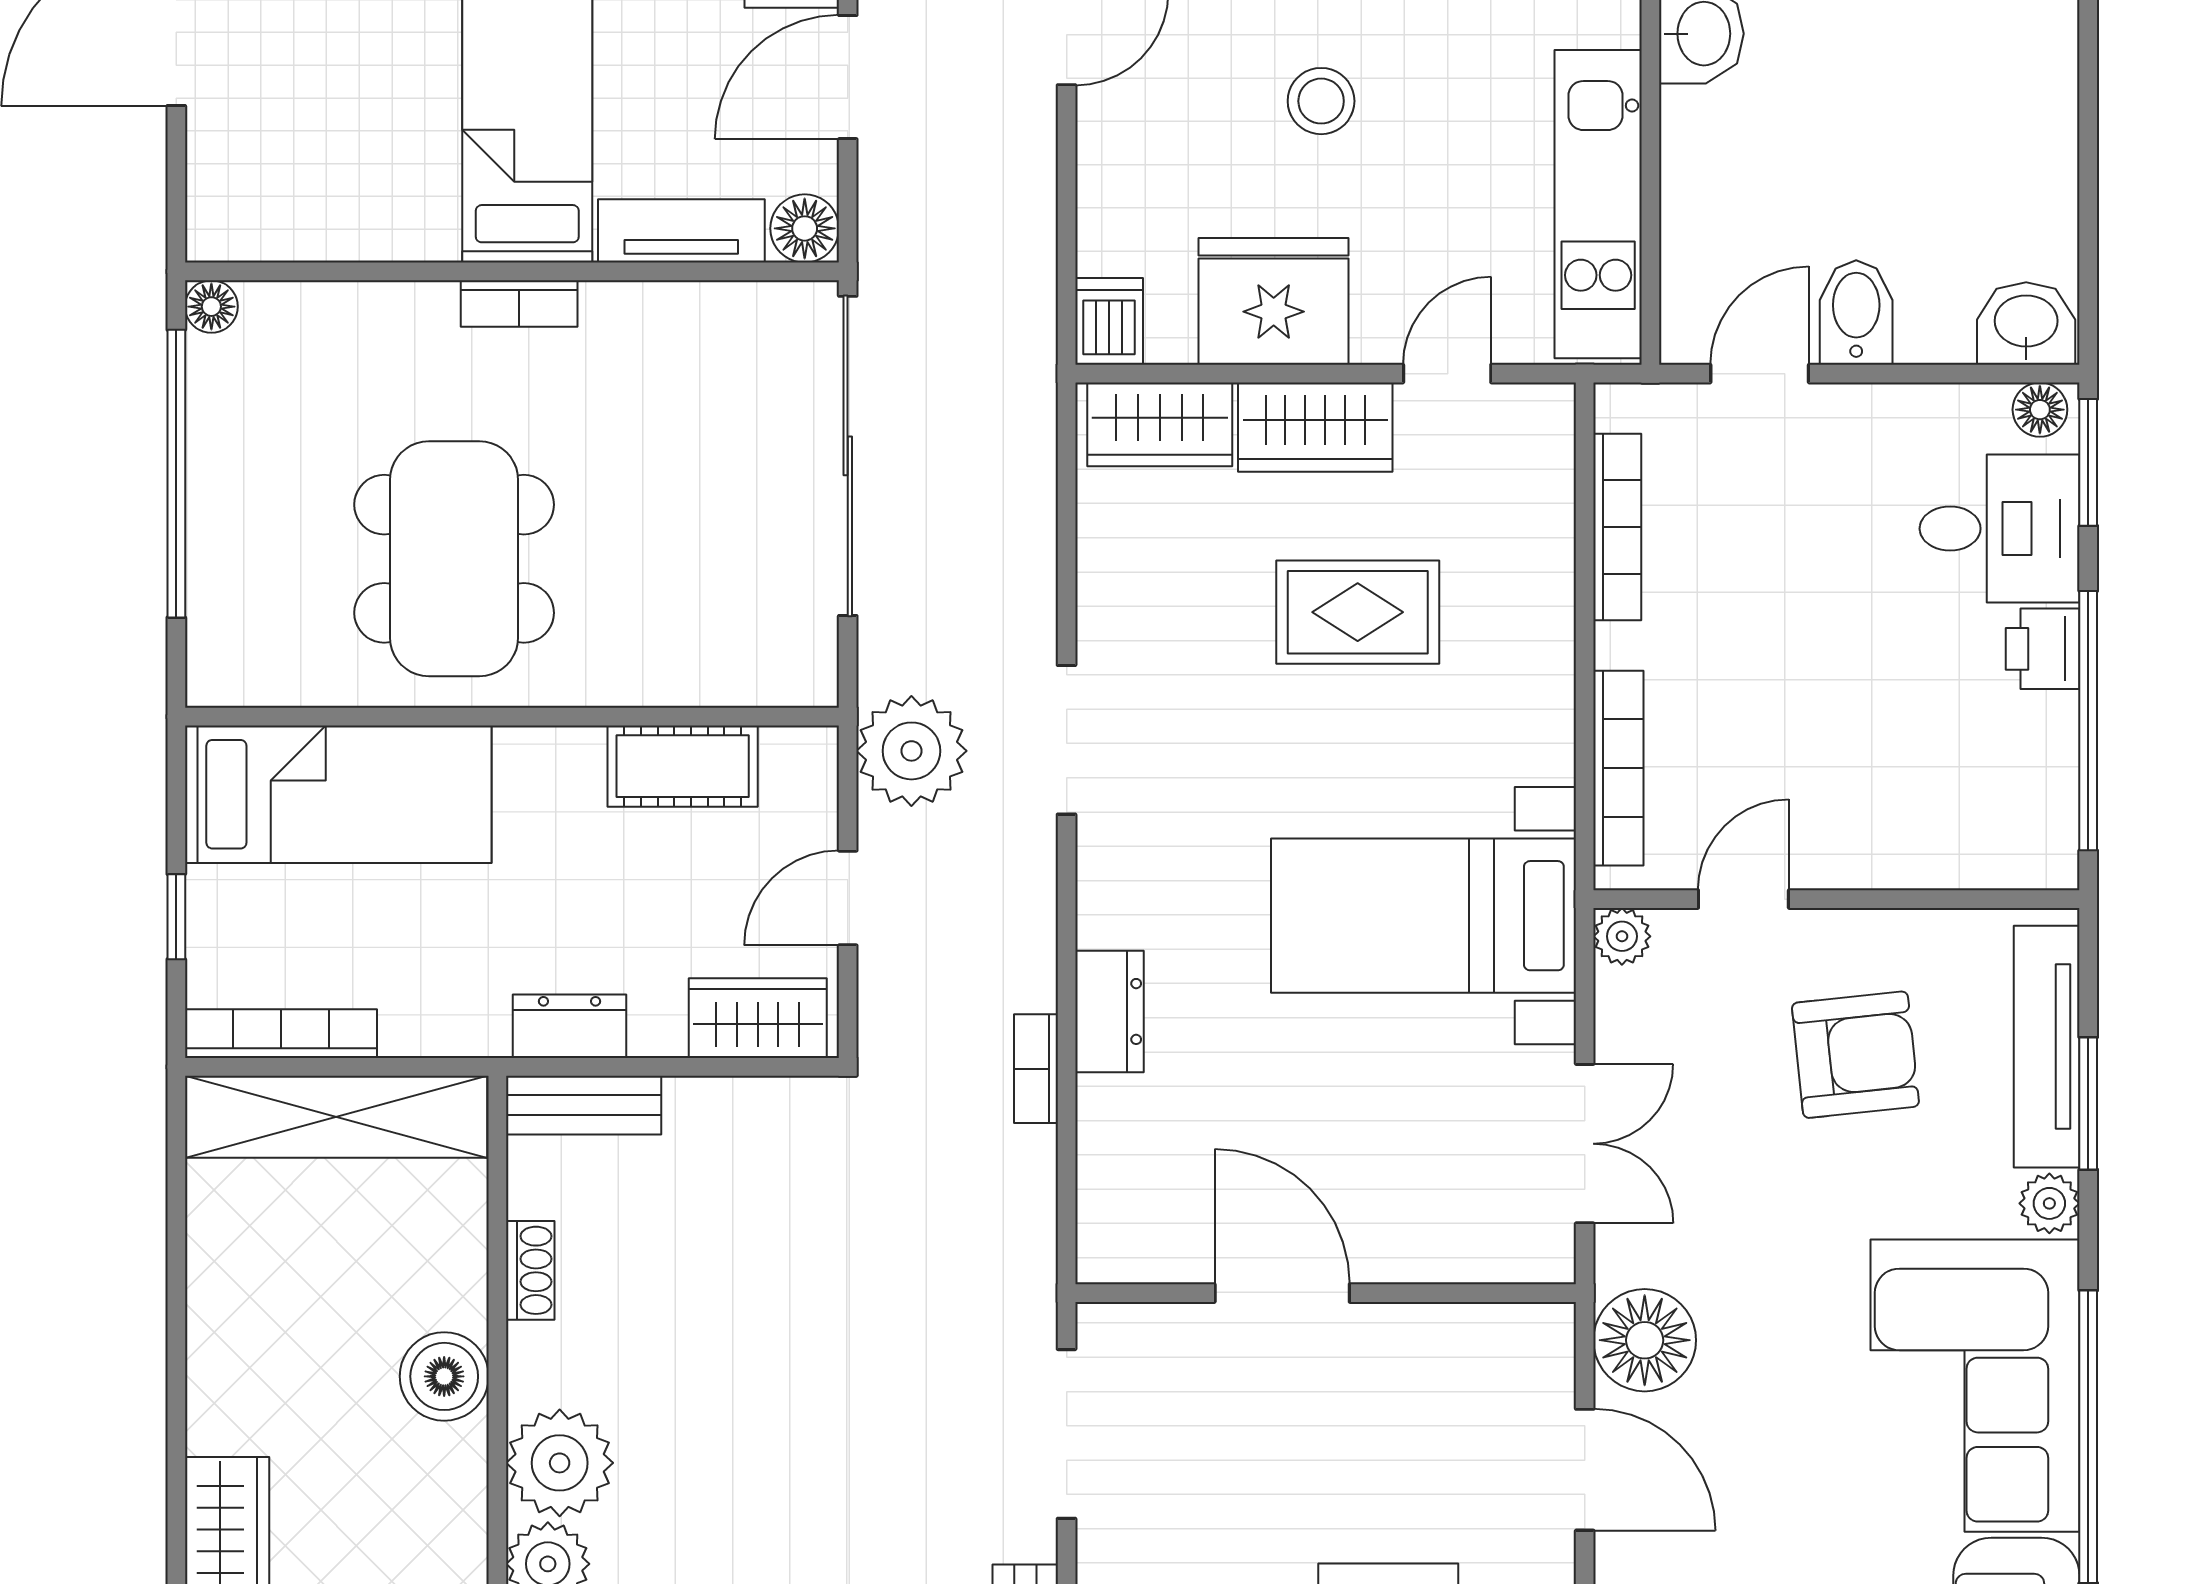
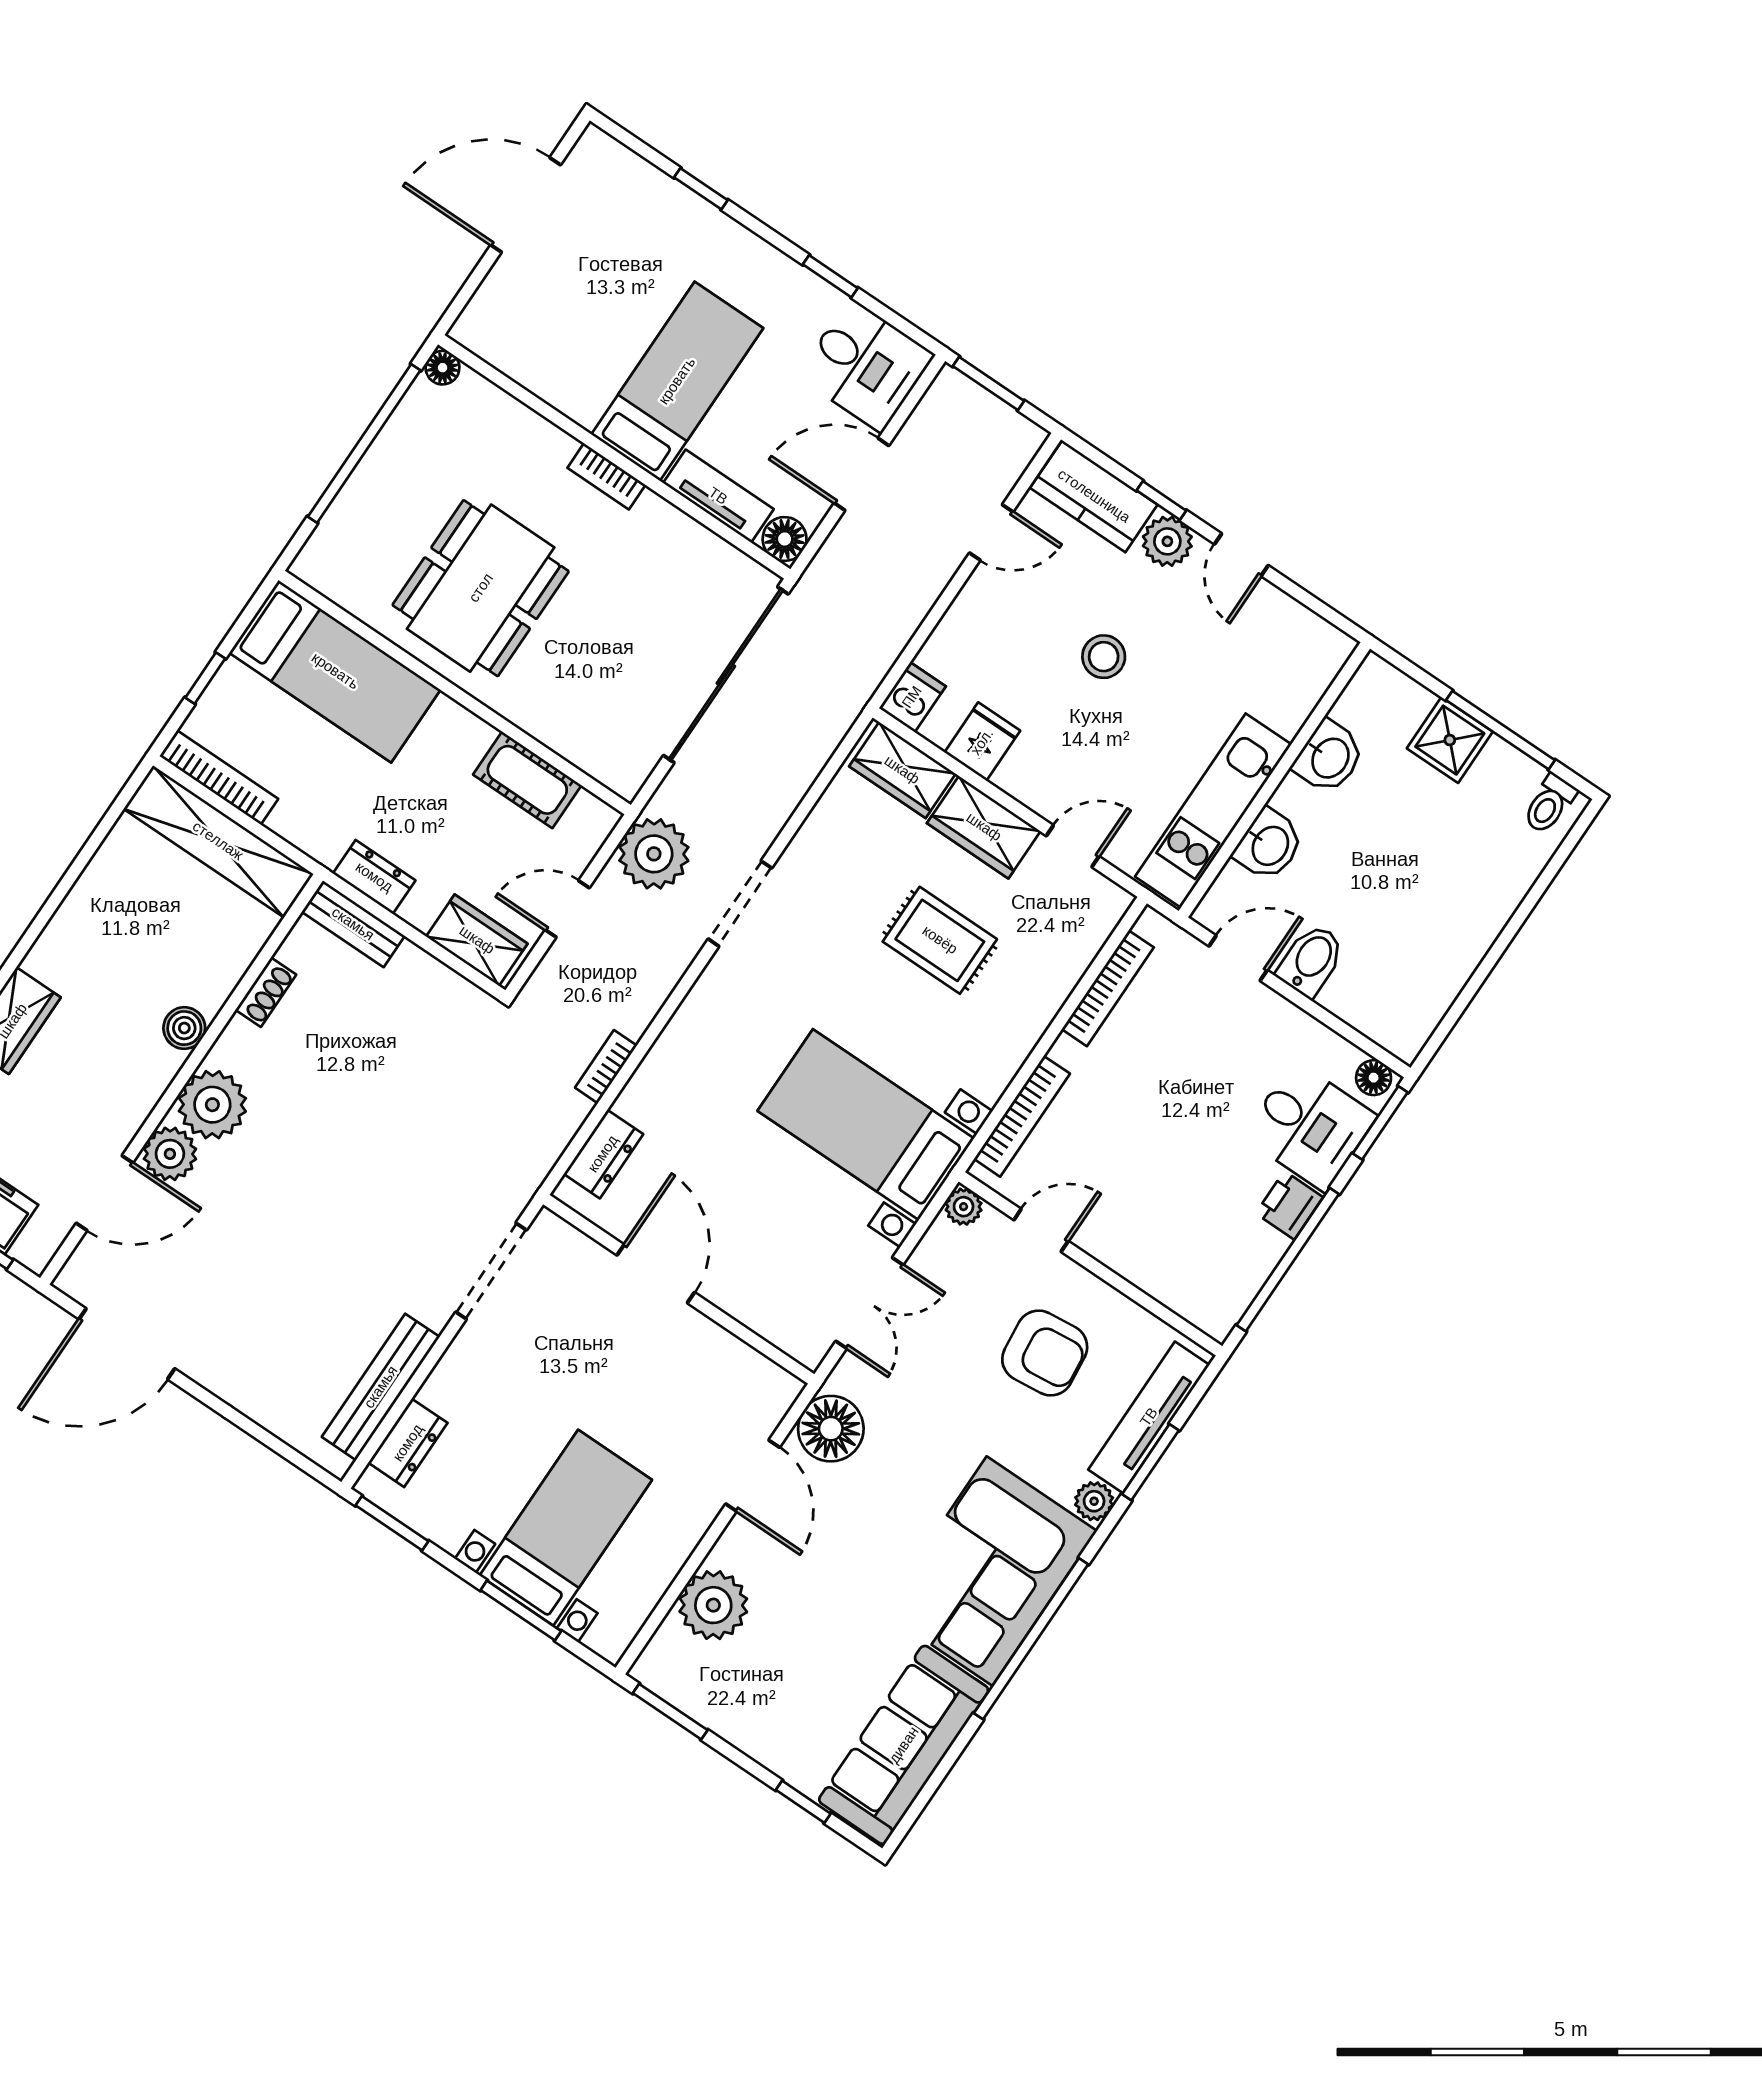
fridge: (1274, 301) -> (982, 742), width x0.53, depth x0.75
washbasin: (2026, 323) -> (1269, 845), moved, turned 90
dresser: (1109, 1011) -> (603, 1154), moved
boiler: (444, 1376) -> (184, 1028), width x0.73, depth x0.73

